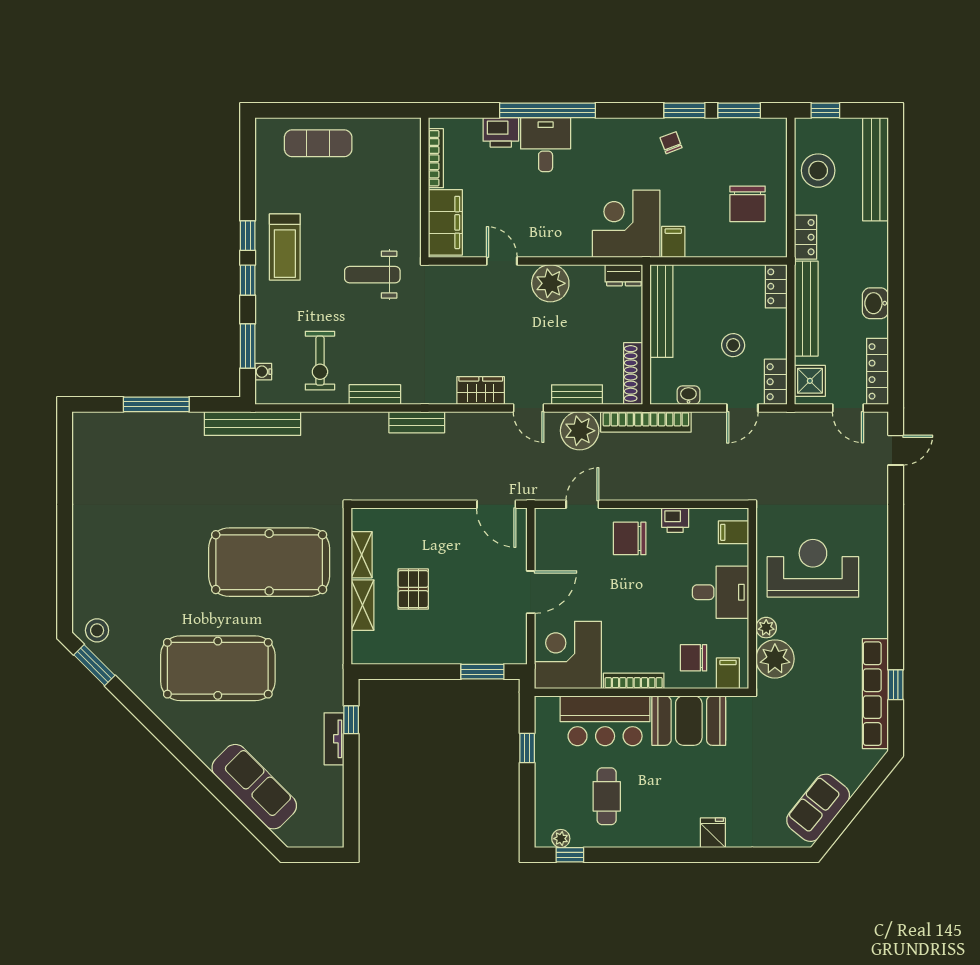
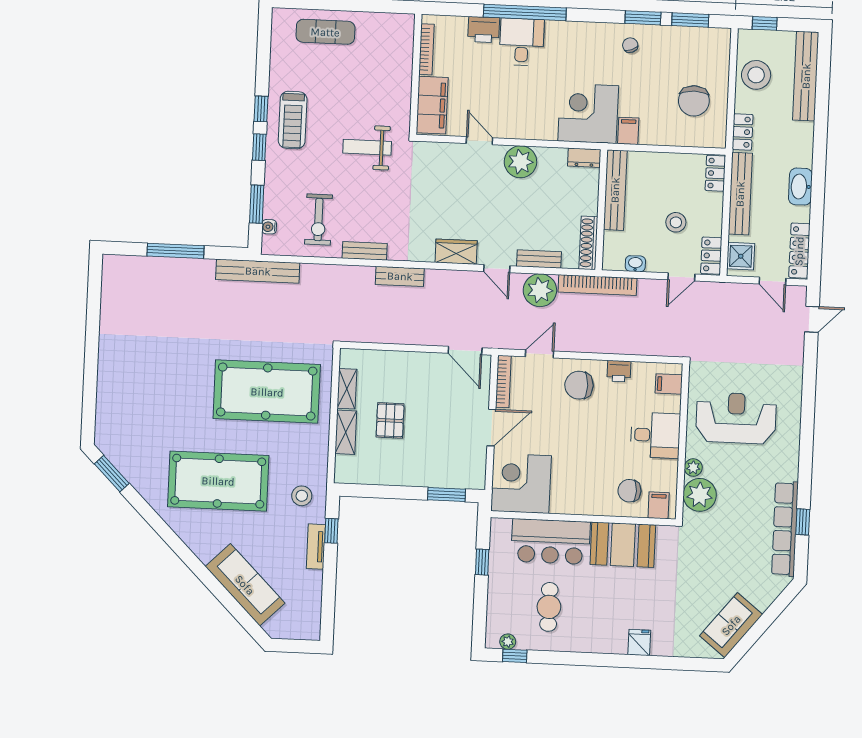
washbasin: (875, 303) -> (800, 187), width x1.38
stool: (97, 630) -> (302, 496), moved
bookcase: (634, 681) -> (503, 381), moved, turned 90

